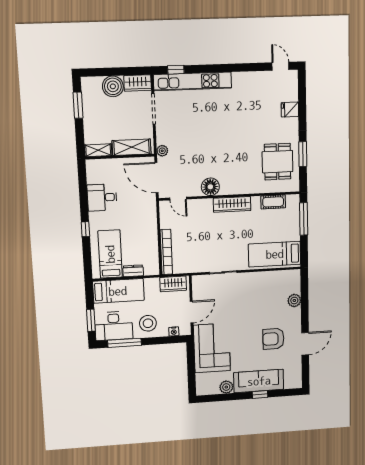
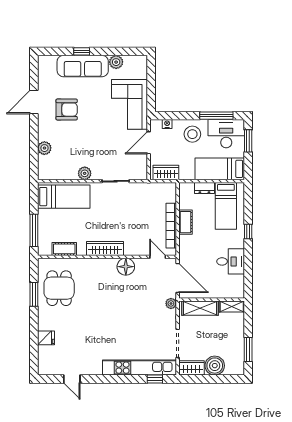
door: (280, 66) -> (72, 379), moved
cot: (151, 235) -> (185, 222), added
bookcase: (166, 252) -> (171, 226), moved
plant: (254, 278) -> (85, 173), added

